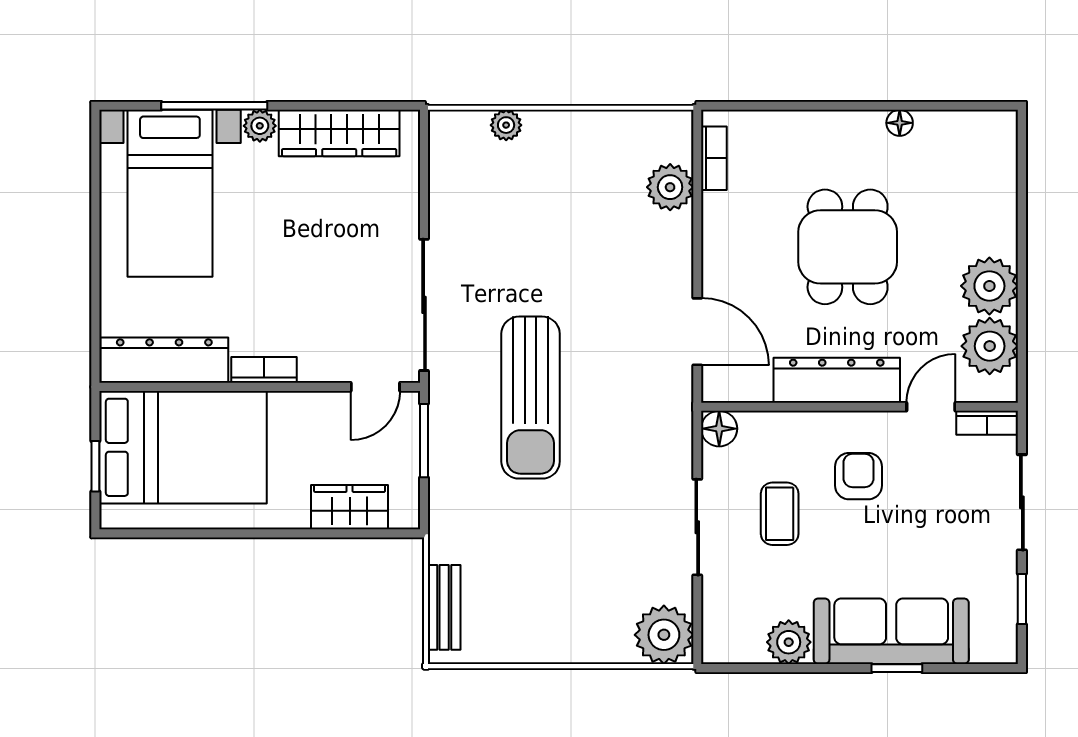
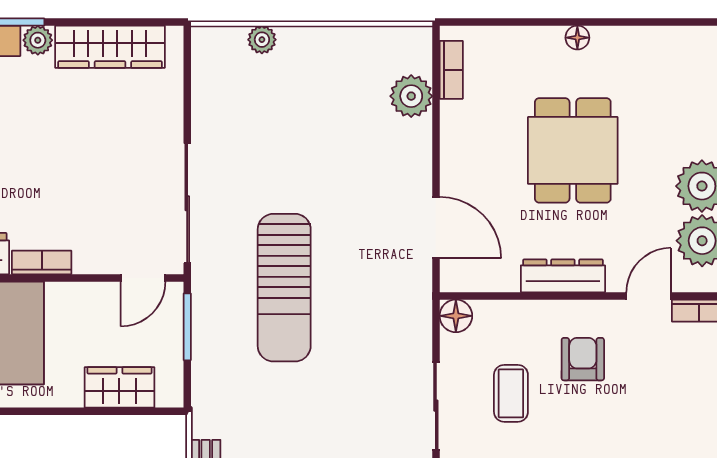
floor lamp: (900, 123) -> (577, 38), moved
dresser: (837, 380) -> (563, 276), width x0.73, depth x0.80

